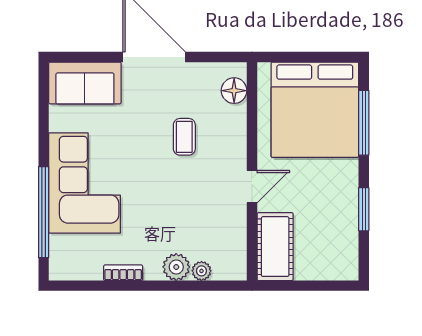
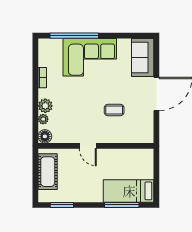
floor lamp: (234, 91) -> (45, 136), moved
bed: (315, 110) -> (129, 191), width x0.49
window: (364, 209) -> (62, 205), moved
cot: (275, 247) -> (48, 172), moved, turned 90

